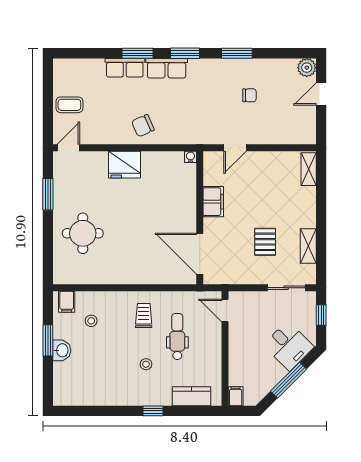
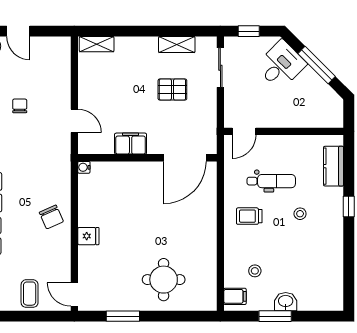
fridge: (125, 165) -> (88, 236), width x0.53, depth x0.75
dental chair: (177, 337) -> (271, 181), turned 180
filing cabinet: (236, 396) -> (333, 120), removed

